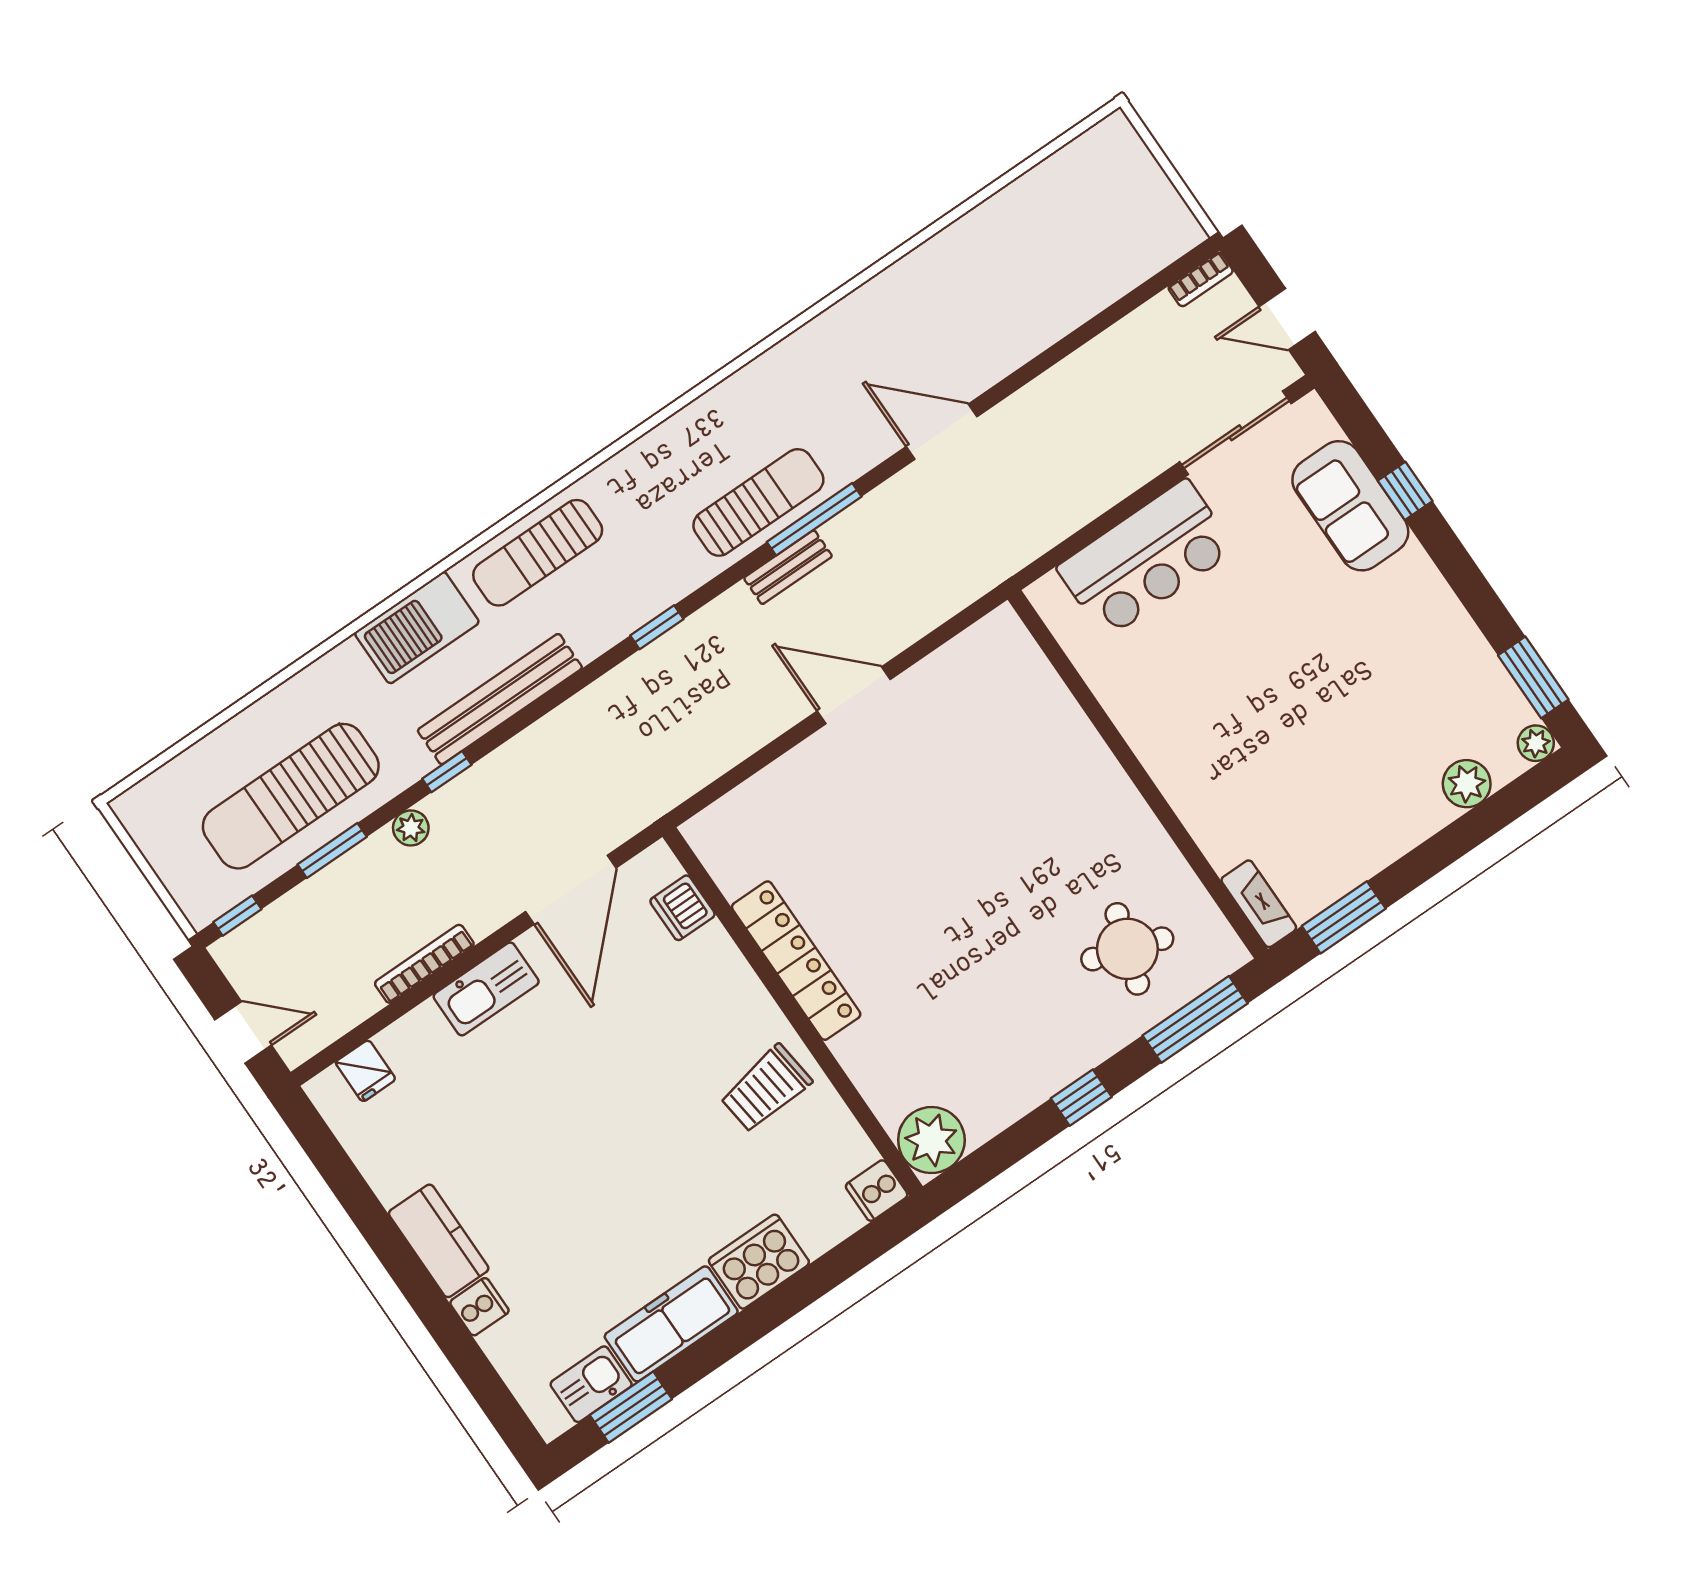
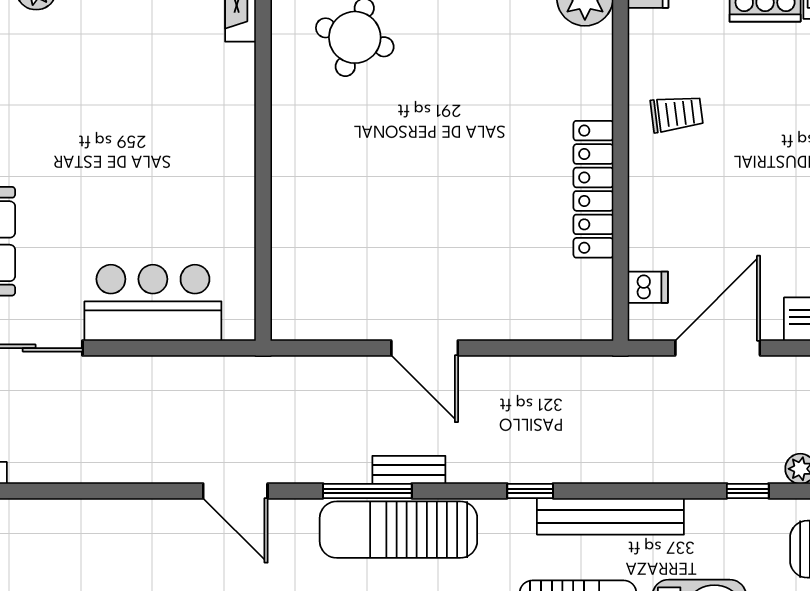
sun lounger: (758, 502) -> (398, 530), width x1.36, depth x1.34
bench: (500, 699) -> (610, 516), moved
dishwasher: (683, 908) -> (648, 287), width x0.73
trolley: (766, 1089) -> (677, 114), width x0.73, depth x0.72

